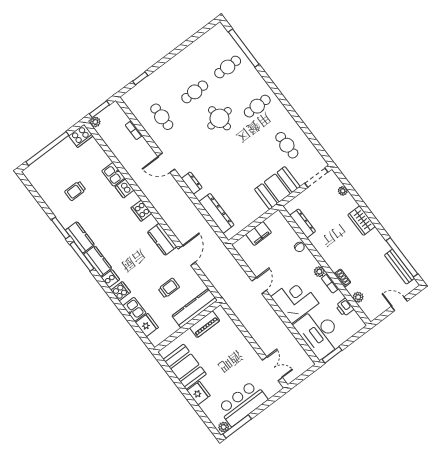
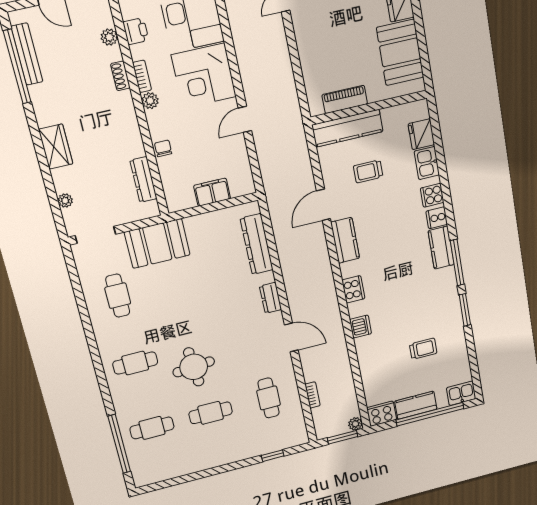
kitchen sink: (113, 174) -> (461, 393), moved, turned -90
kitchen counter: (80, 237) -> (416, 405), moved, turned 90

